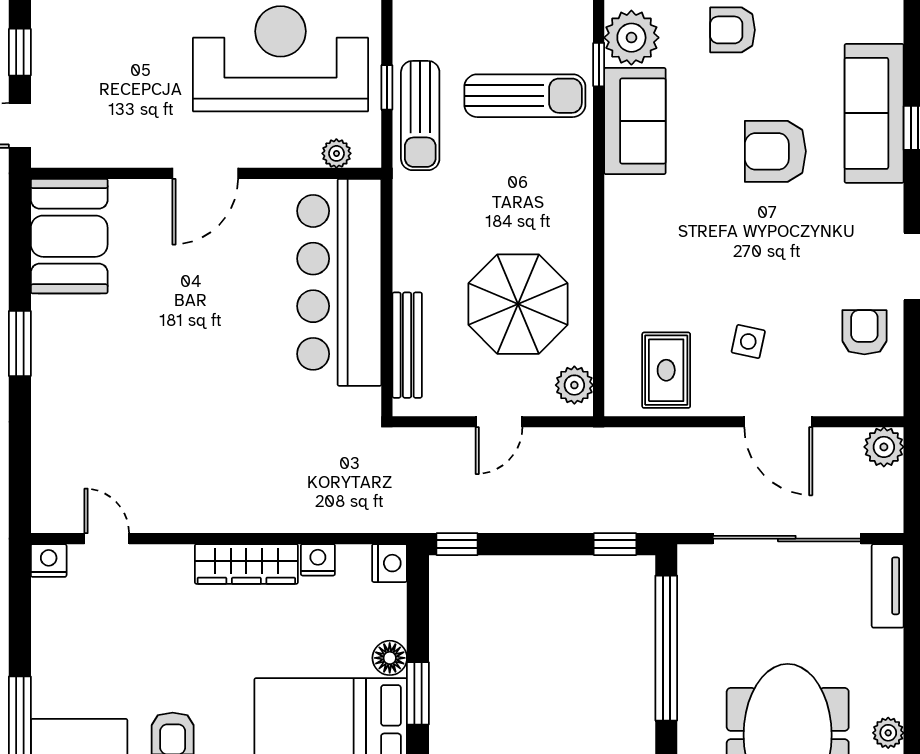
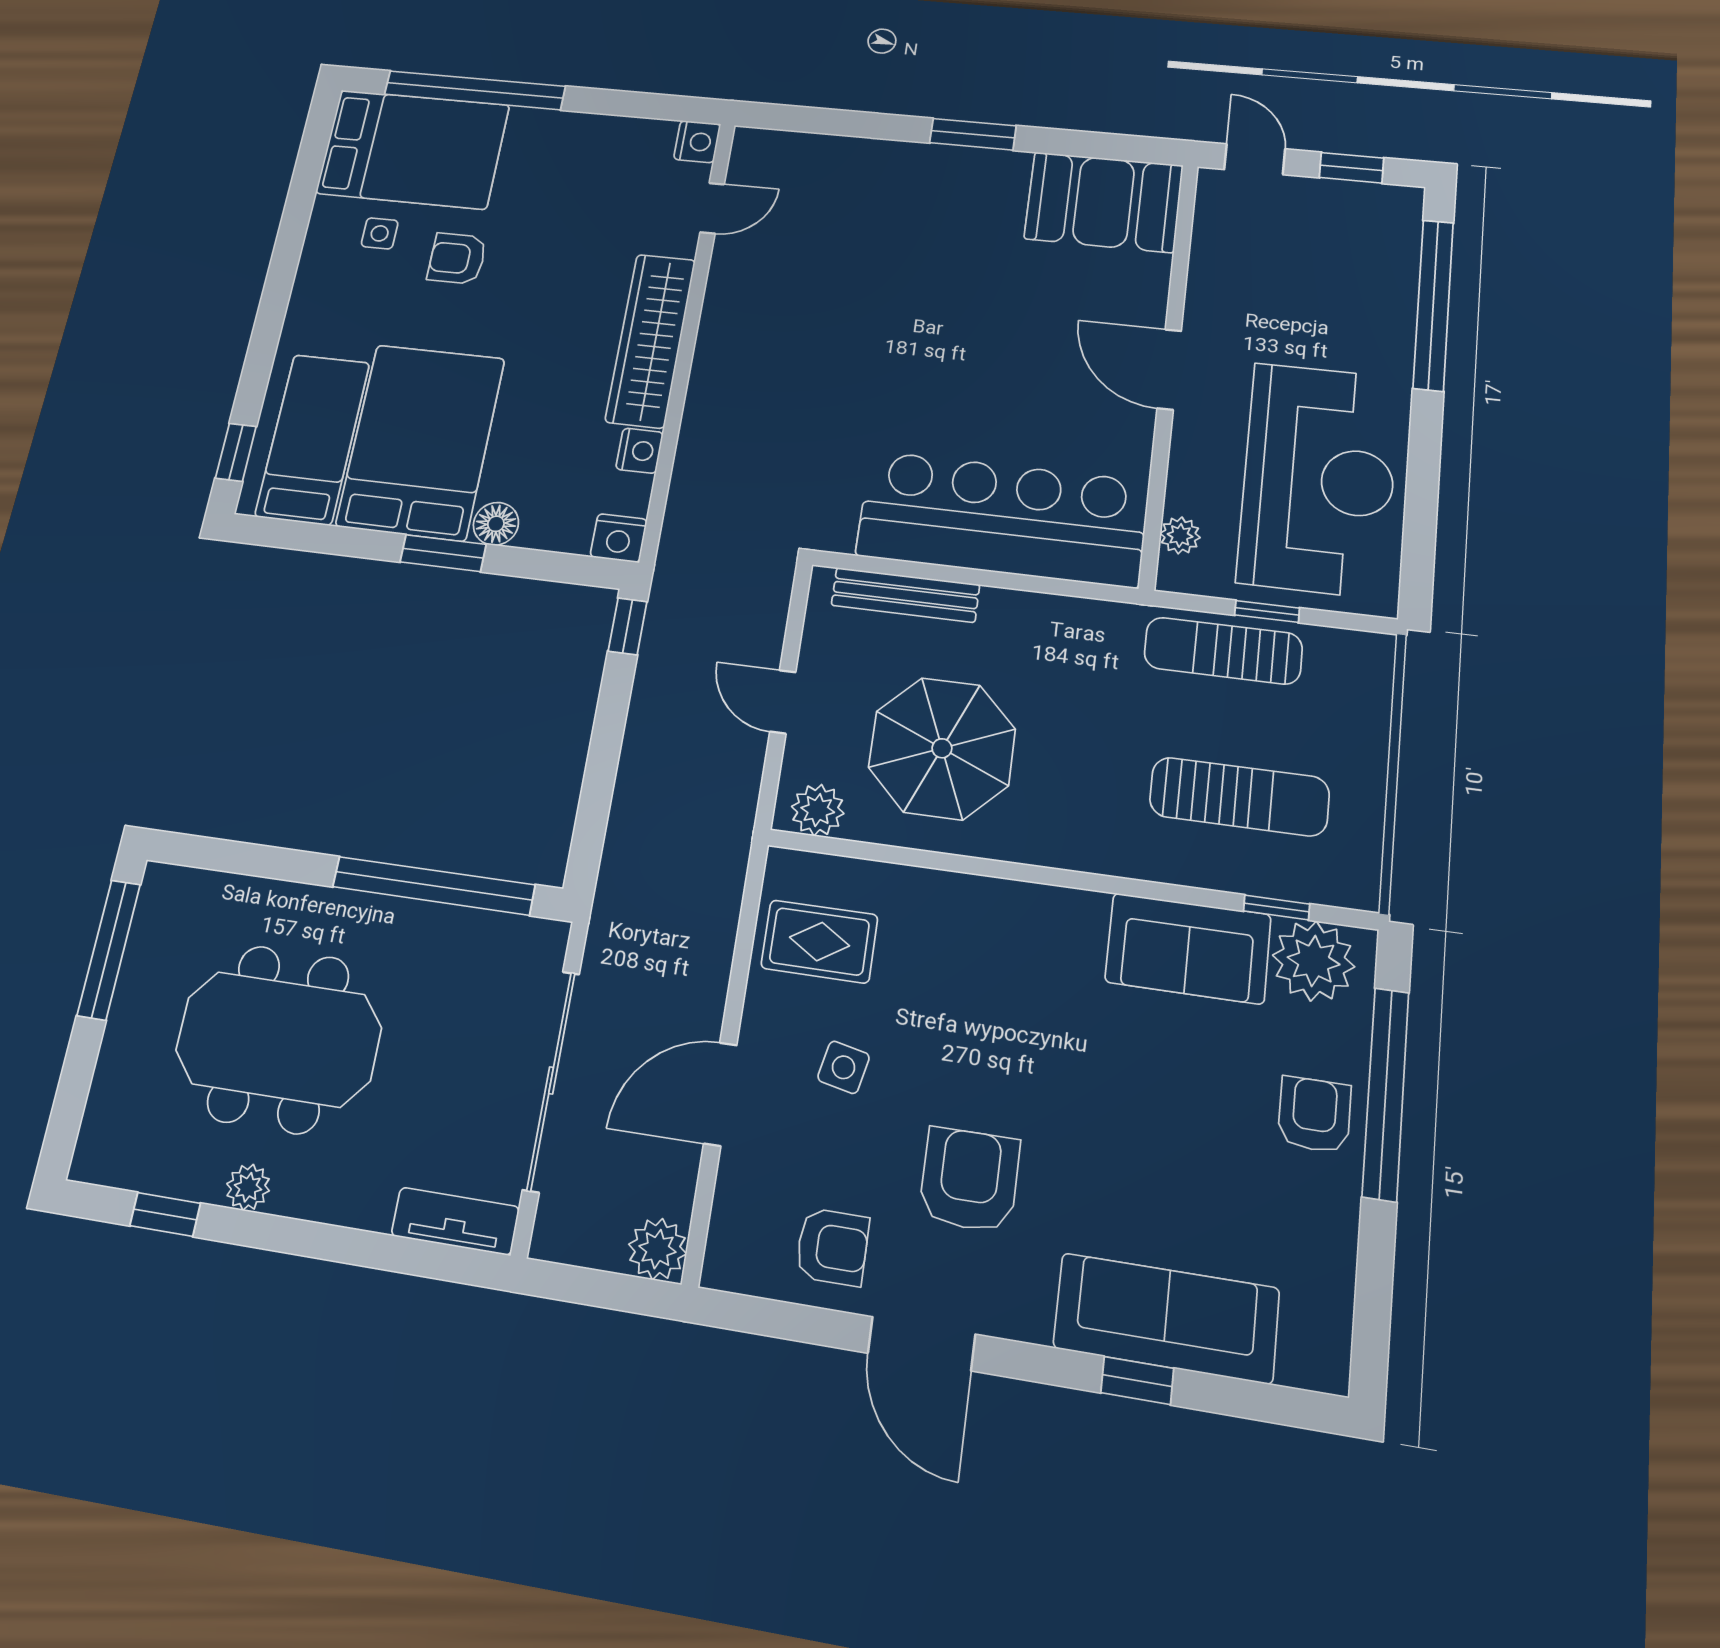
sun lounger: (525, 96) -> (1239, 797), turned -90
armchair: (775, 151) -> (969, 1180), moved
window: (615, 544) -> (589, 835), removed
wardrobe: (246, 564) -> (651, 340), width x1.40, depth x1.17

